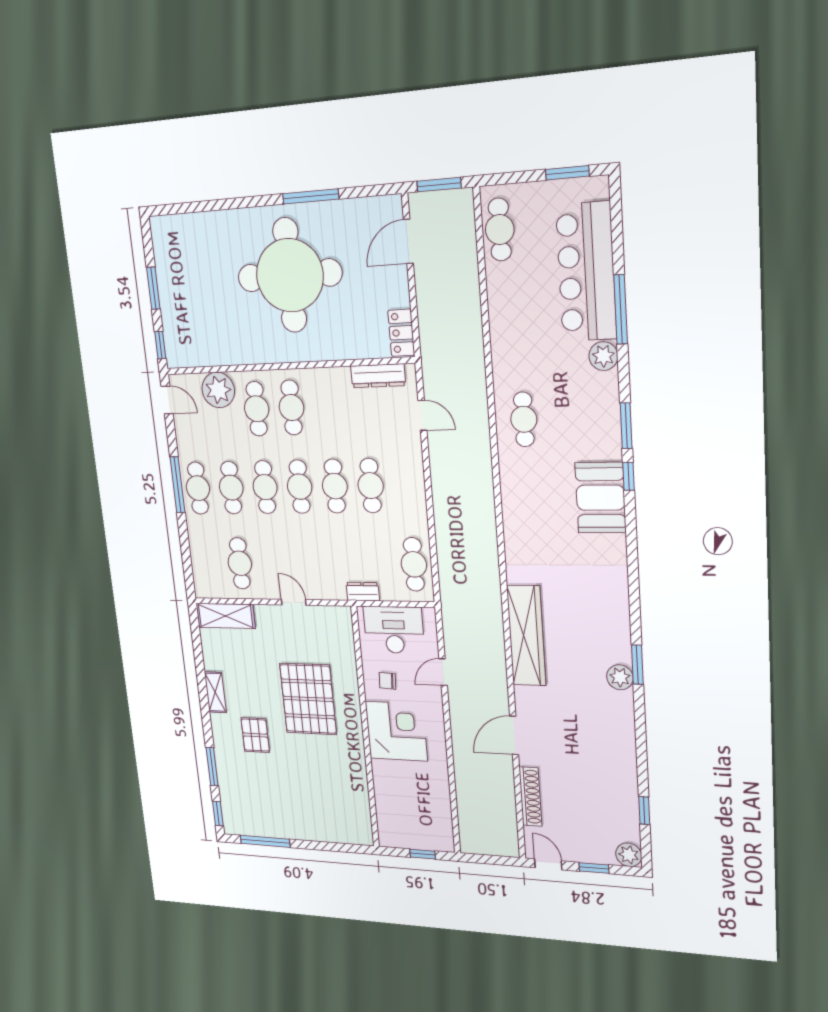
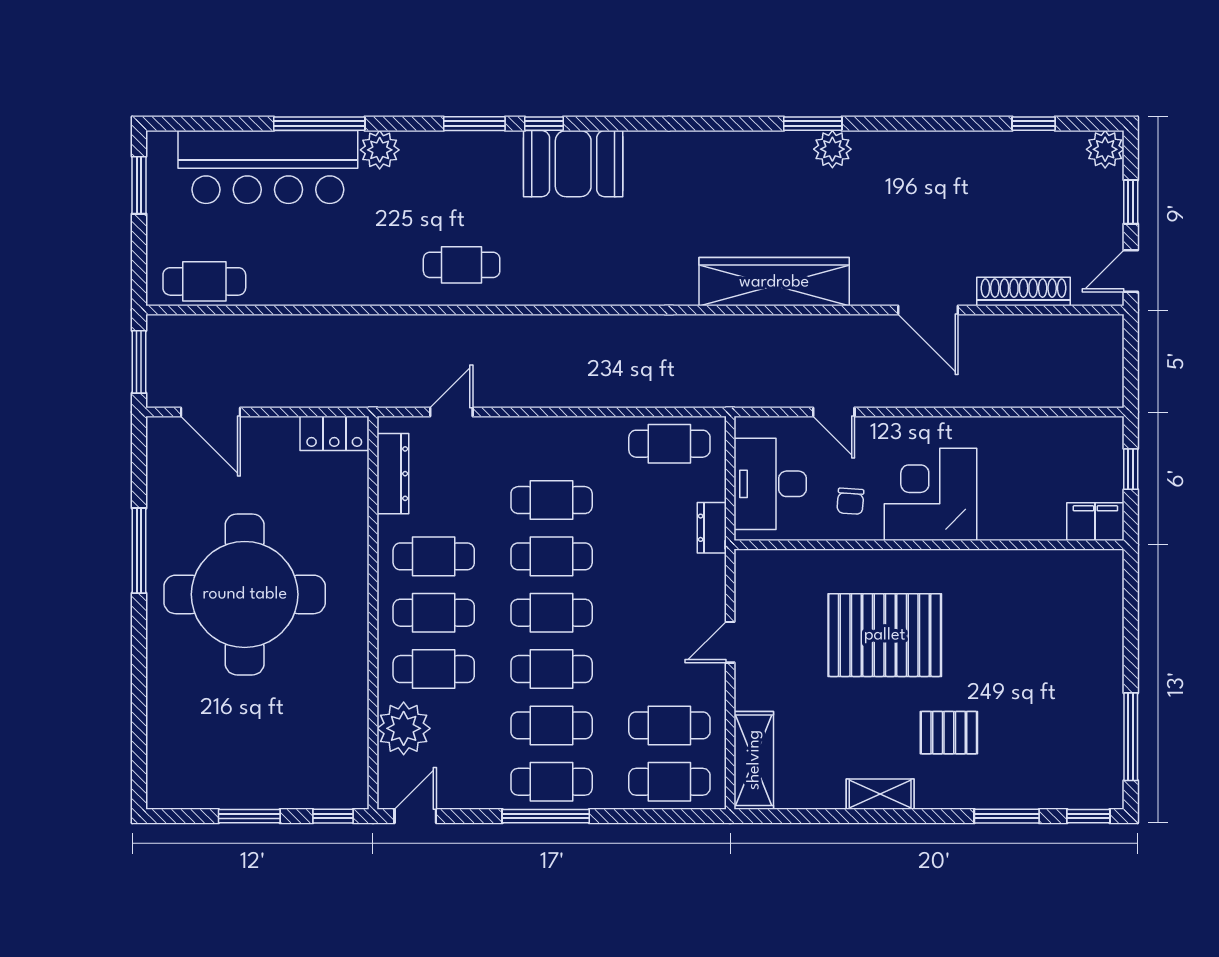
cafe table: (327, 406) -> (434, 556), added
cafe table: (207, 563) -> (669, 782), added
filing cabinet: (389, 831) -> (1095, 522), added

